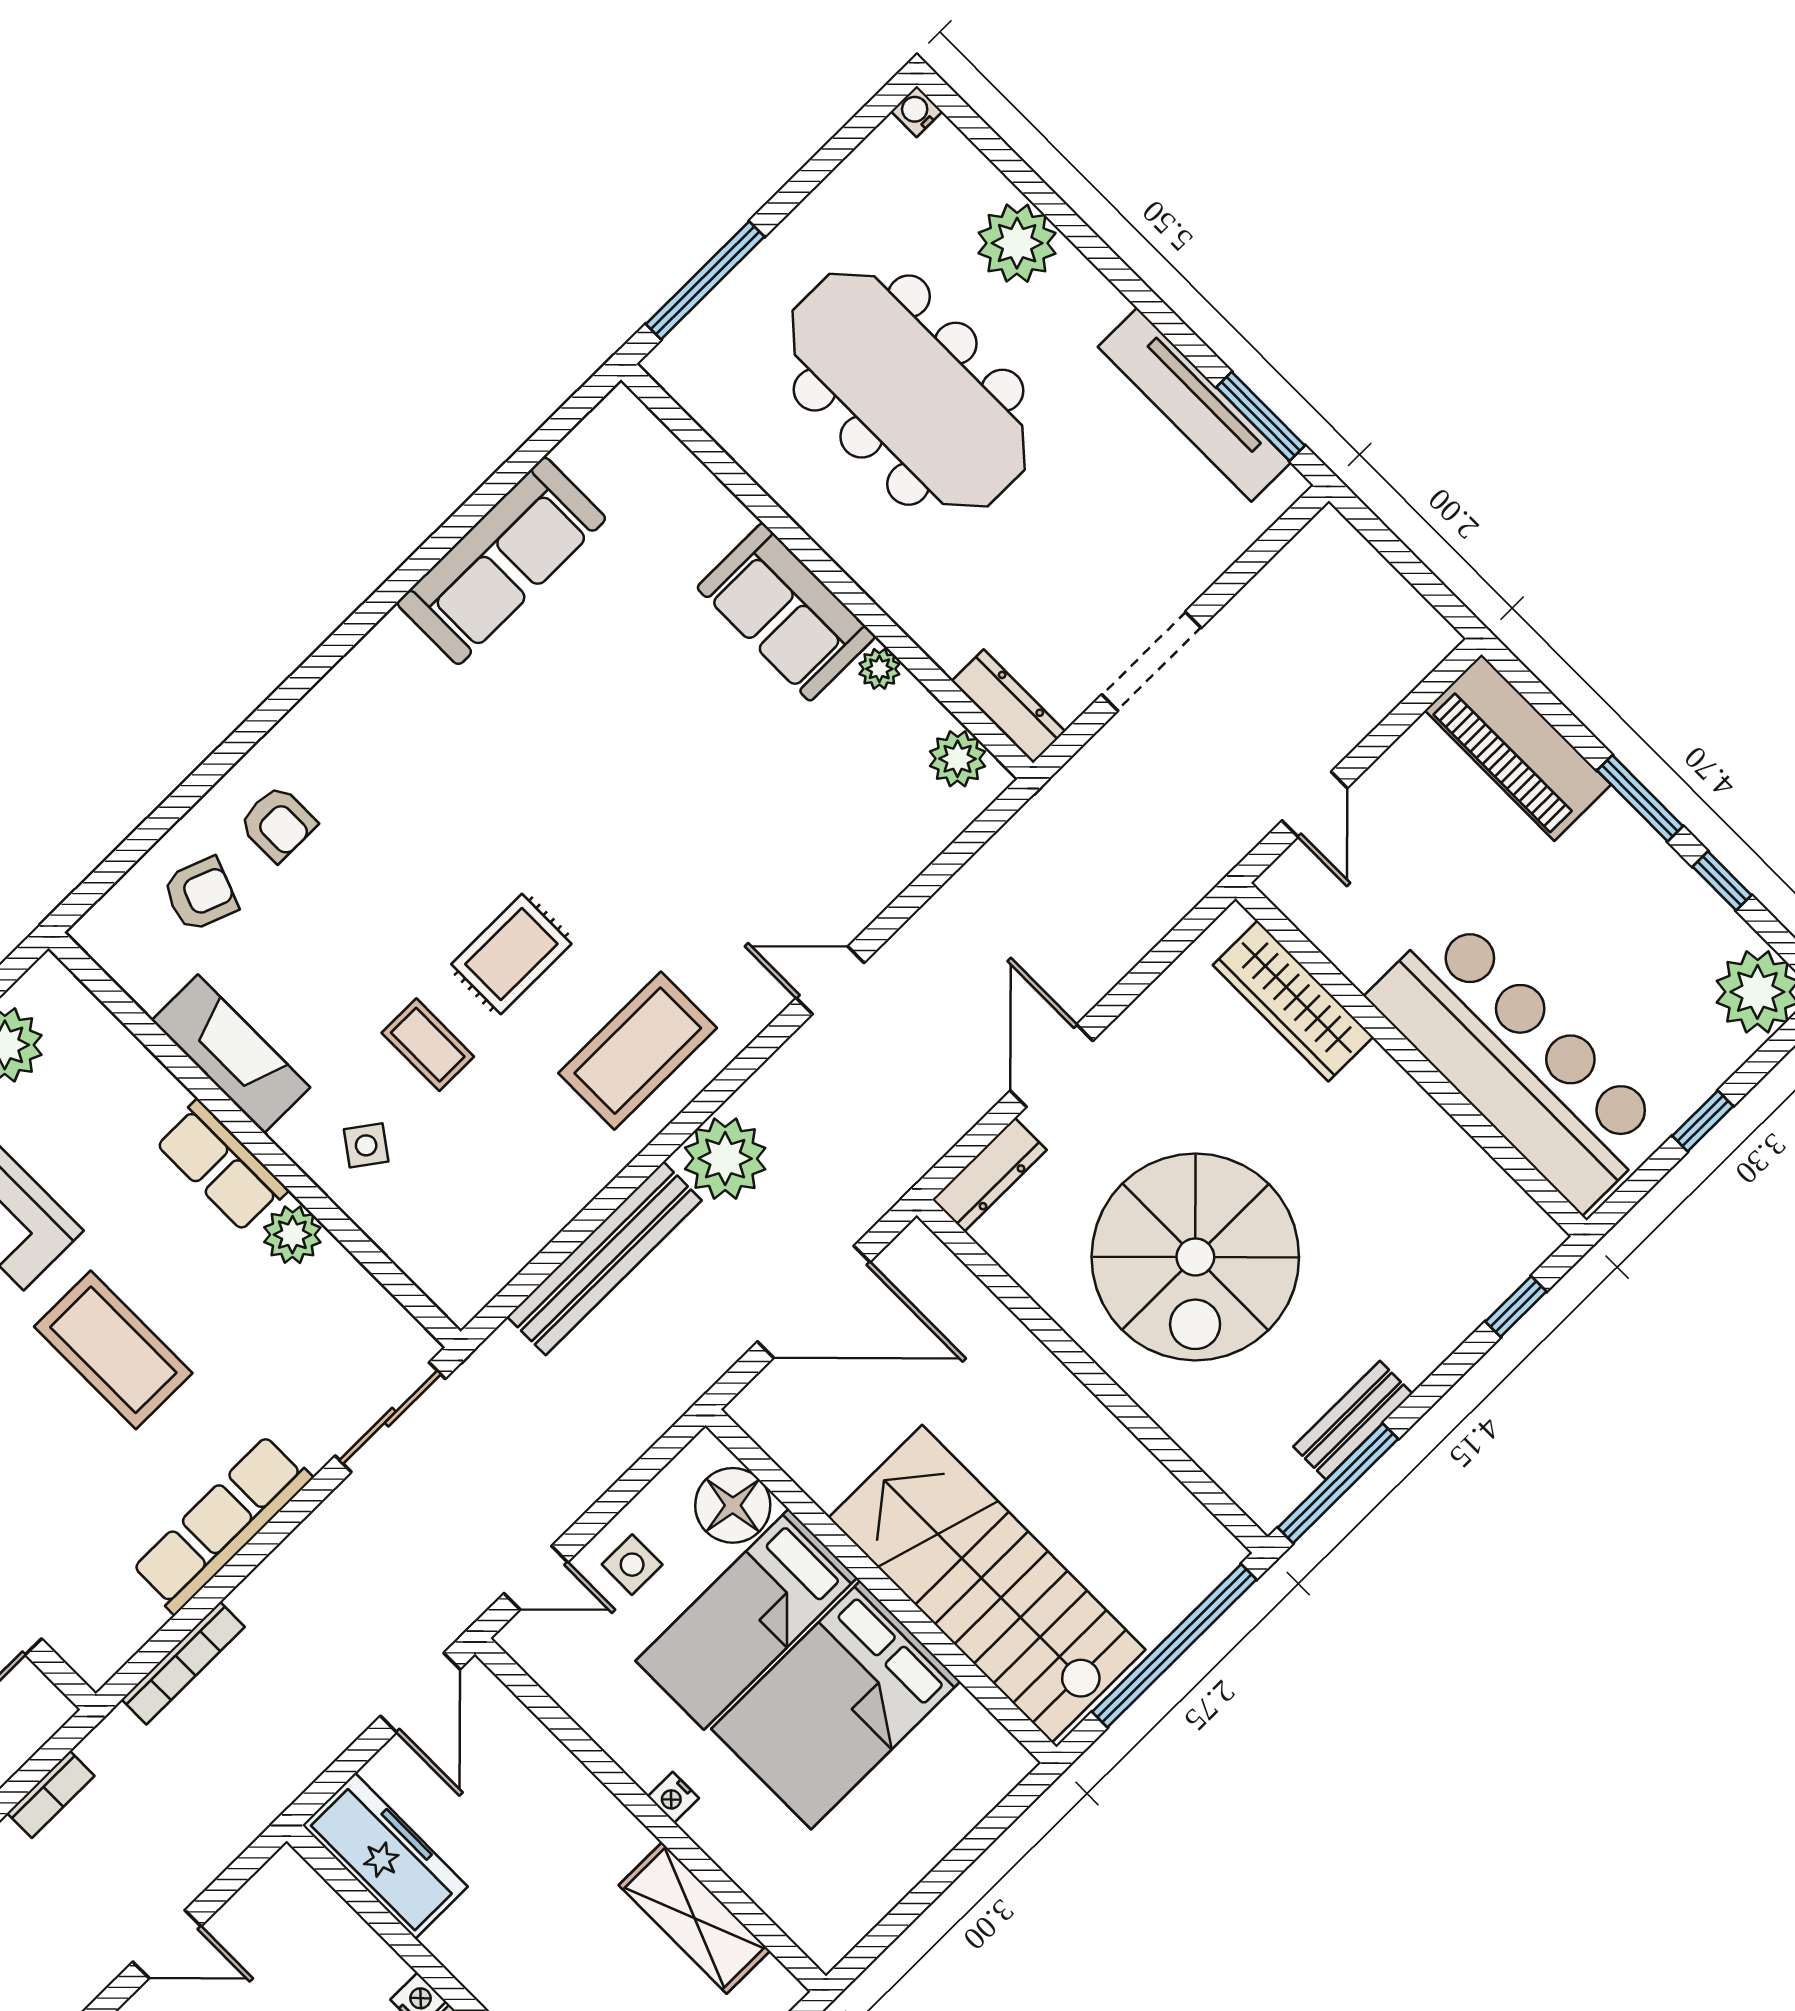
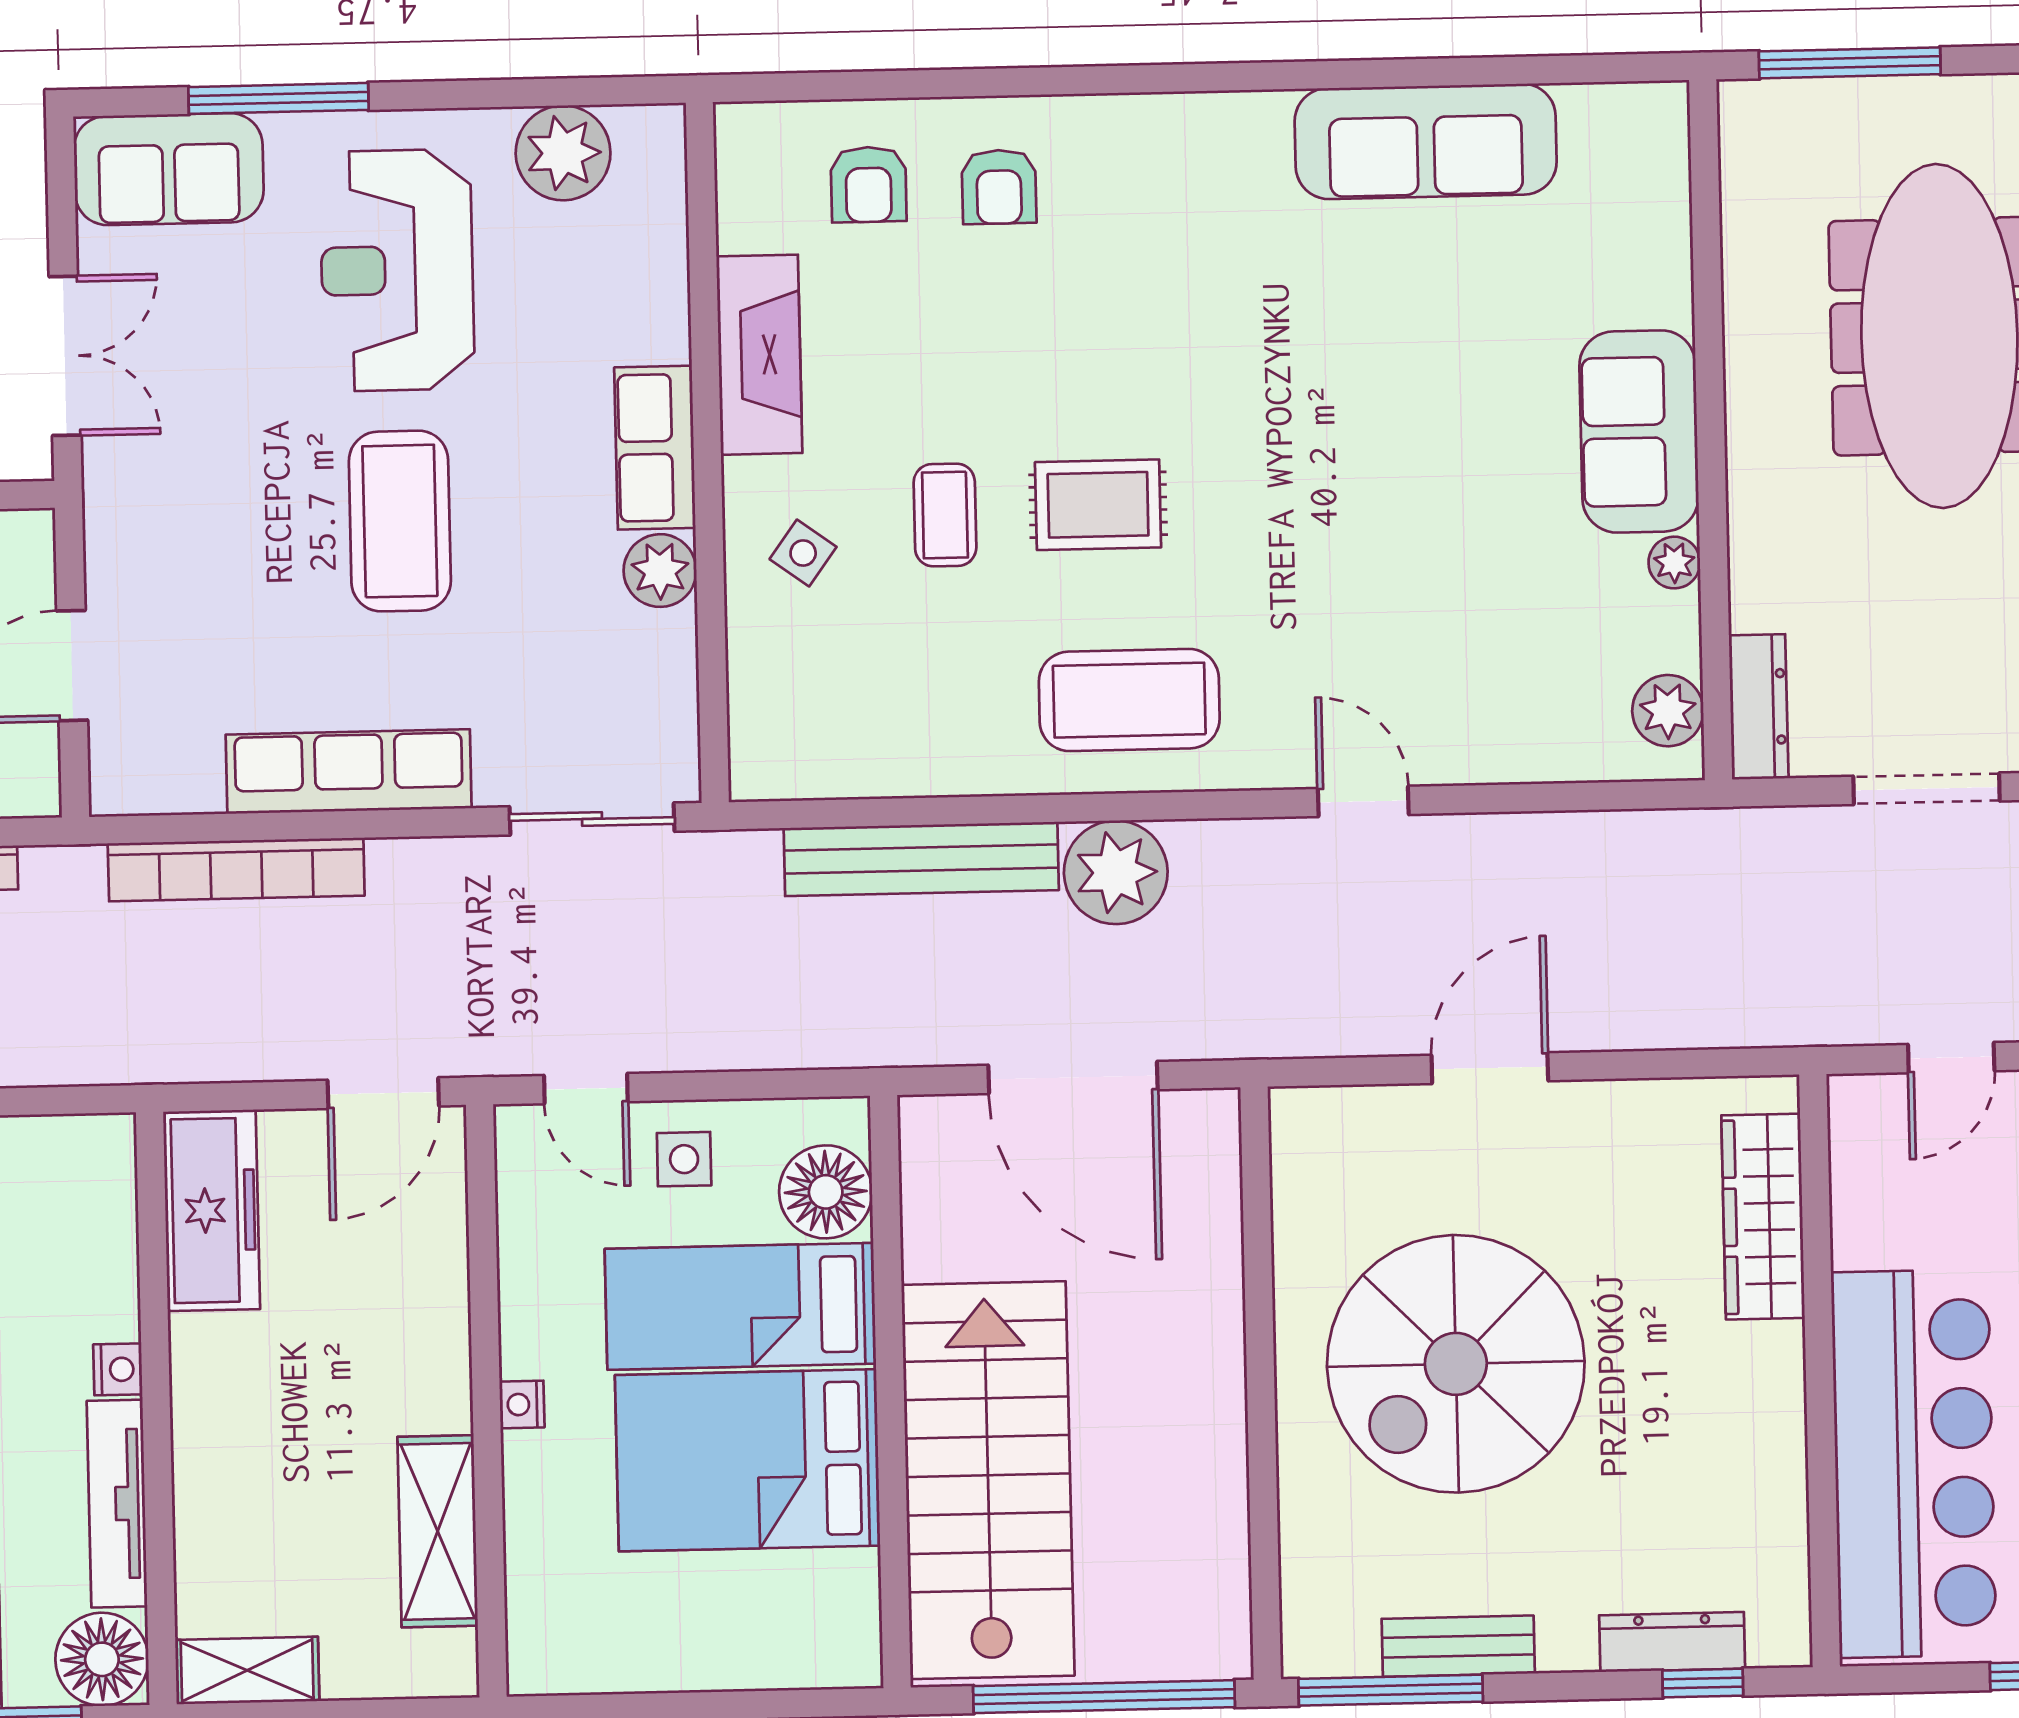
armchair: (200, 894) -> (869, 184), turned 69
dresser: (989, 1175) -> (1672, 1642), moved, turned 180
bookcase: (183, 1663) -> (236, 870), width x1.48, depth x1.31

